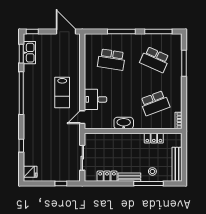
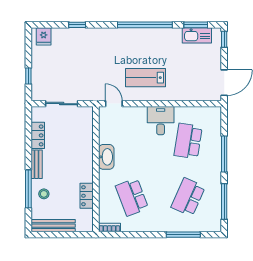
desk: (95, 99) -> (161, 121), moved

